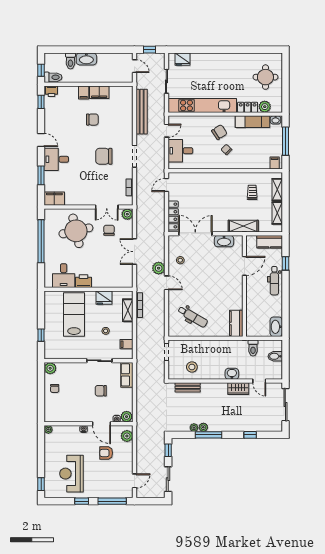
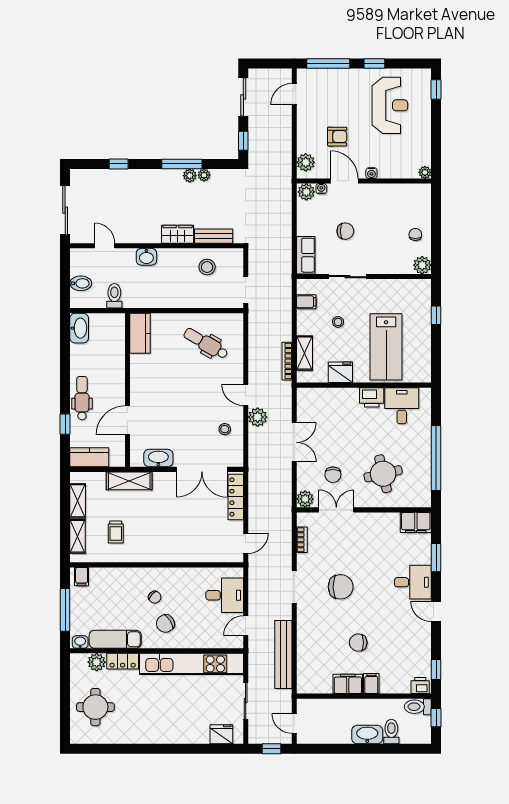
round table: (76, 231) -> (383, 474), width x0.73, depth x0.73
wardrobe: (238, 389) -> (178, 234), moved

